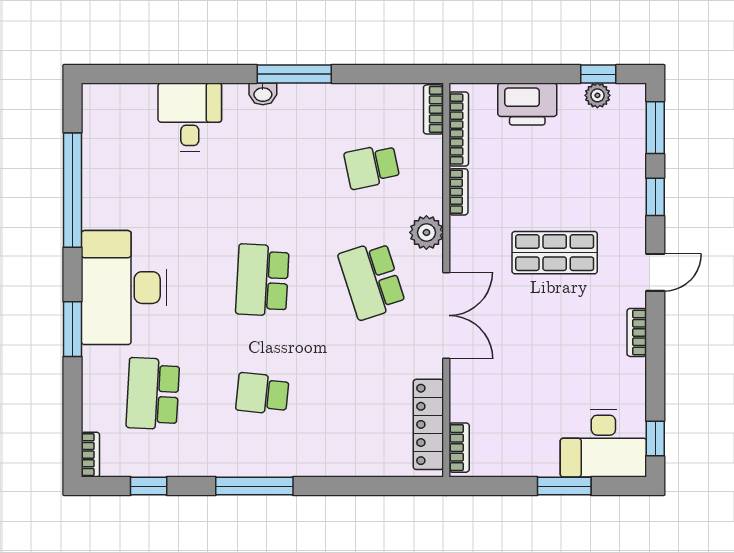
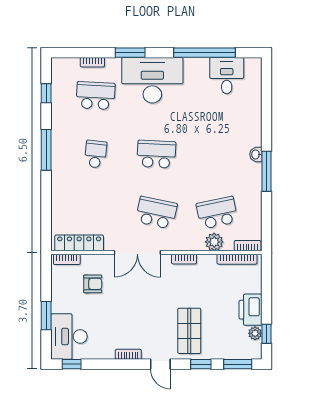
printer: (527, 104) -> (250, 310), moved
desk: (190, 117) -> (227, 76), moved, turned -90
school desk: (372, 166) -> (217, 213), width x1.85
bookcase: (459, 192) -> (184, 259), moved
plant: (426, 232) -> (214, 242), moved
shop shelf: (555, 253) -> (189, 331), moved
school desk: (372, 280) -> (156, 213), turned 30
armchair: (505, 399) -> (93, 284), added
bookcase: (90, 455) -> (92, 62), moved

